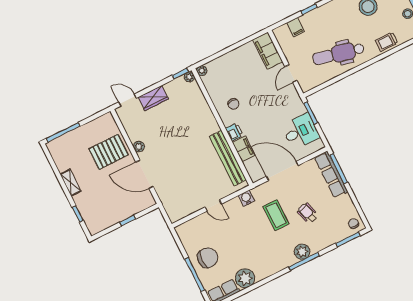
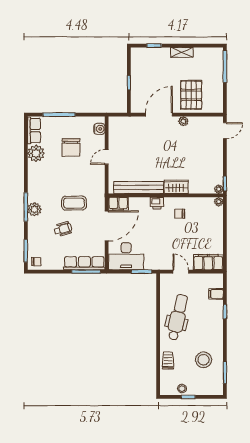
wardrobe: (153, 98) -> (176, 187), moved, turned 90
desk: (301, 131) -> (126, 256), width x1.37
filing cabinet: (244, 149) -> (118, 204), moved
water cooler: (246, 198) -> (99, 129), moved
chair: (208, 258) -> (71, 148), moved

